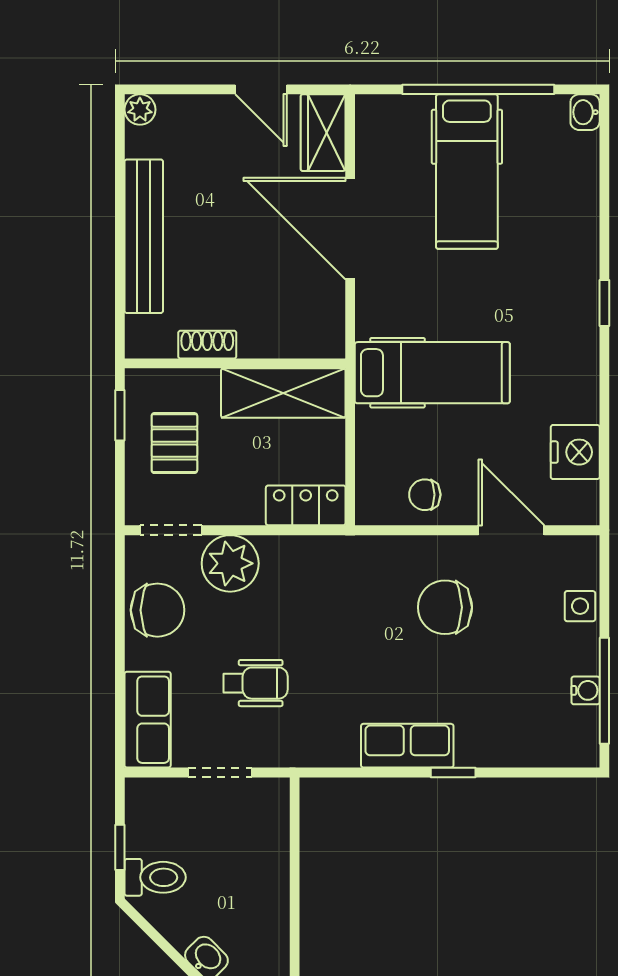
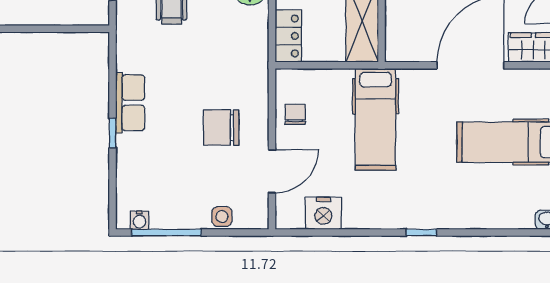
chair: (445, 607) -> (221, 128), turned -90
water cooler: (586, 690) -> (140, 220), moved

